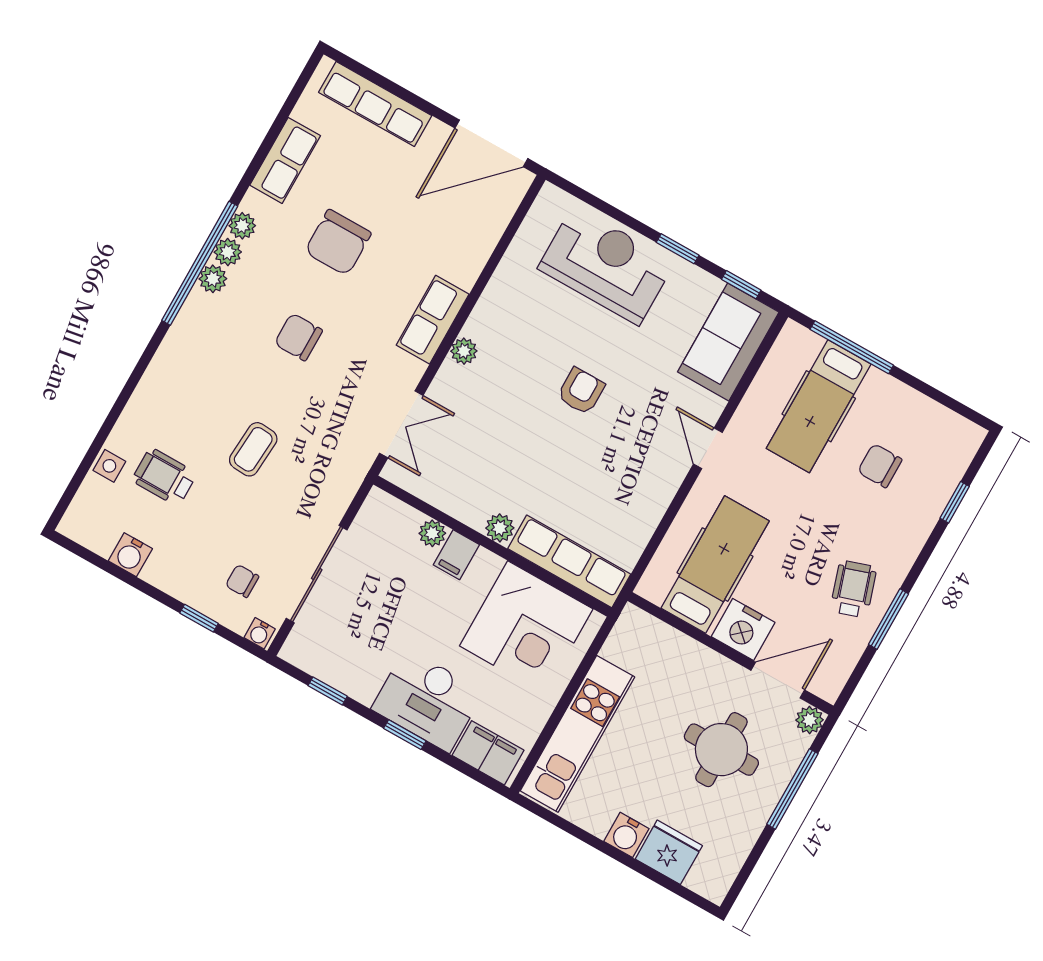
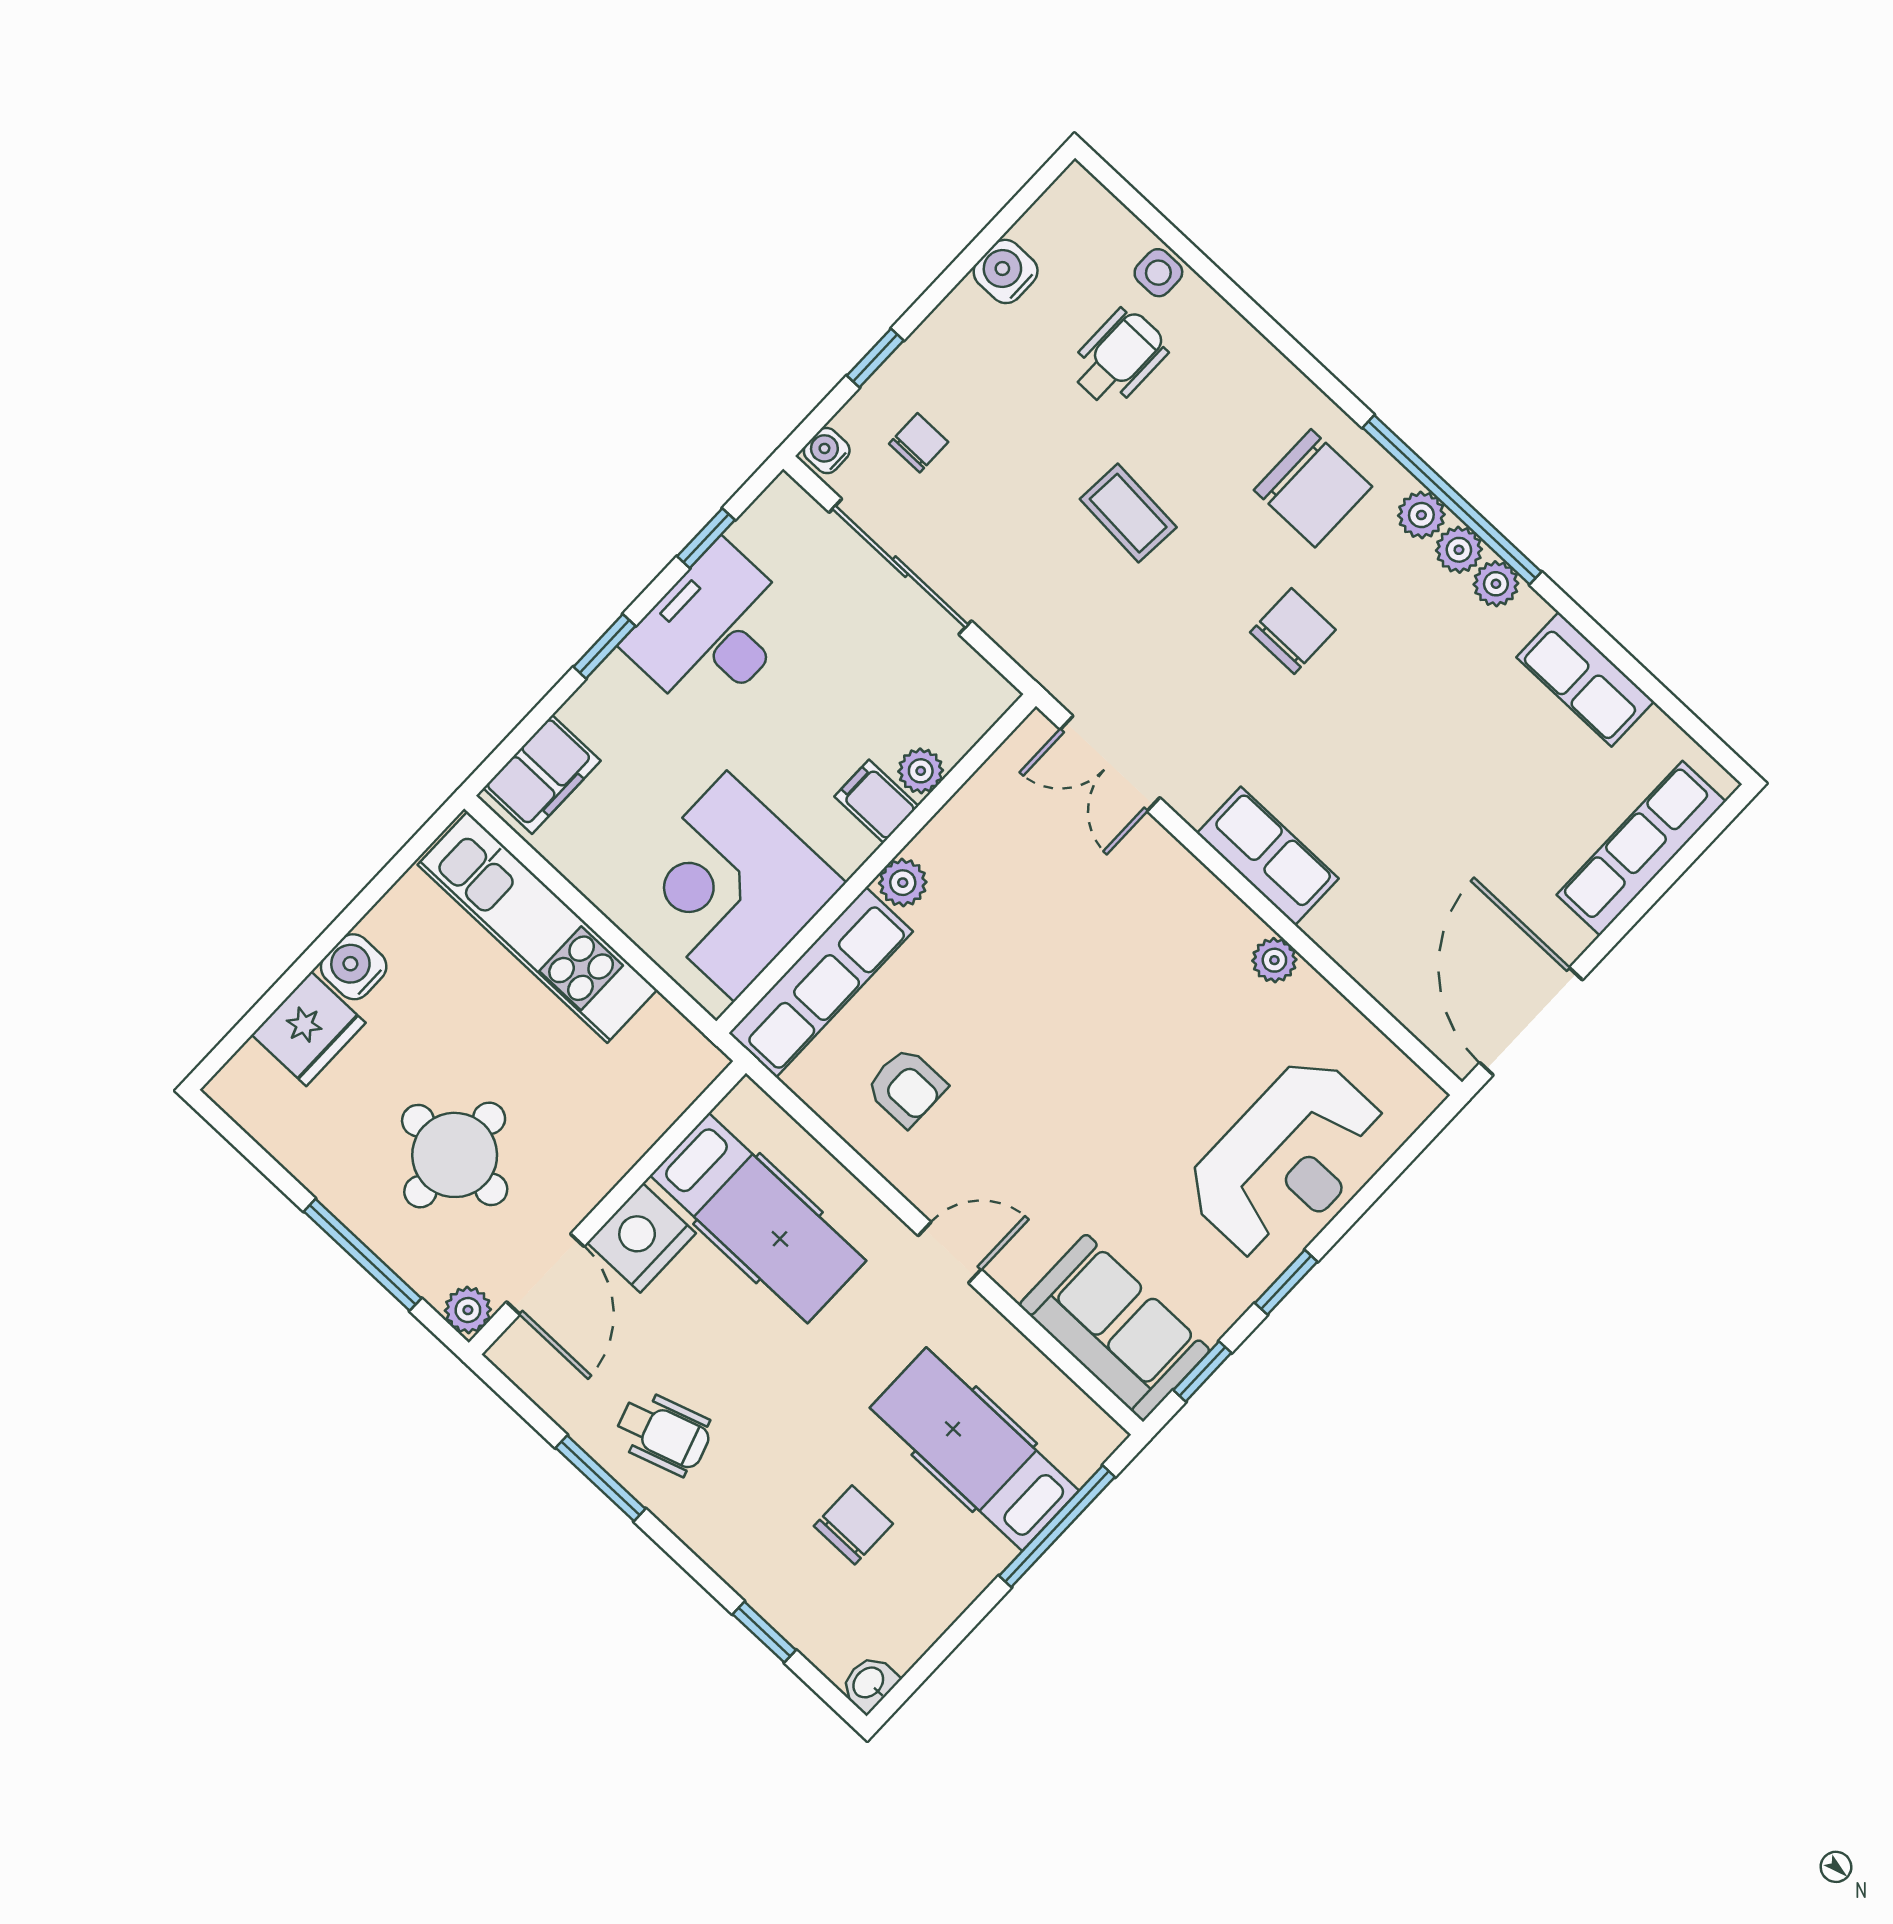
chair: (338, 242) -> (1313, 488), moved, turned 180
plant: (464, 351) -> (1274, 960), moved
armchair: (581, 391) -> (906, 1087), moved
washbasin: (970, 434) -> (869, 1683), added
desk: (427, 700) -> (713, 631), moved

